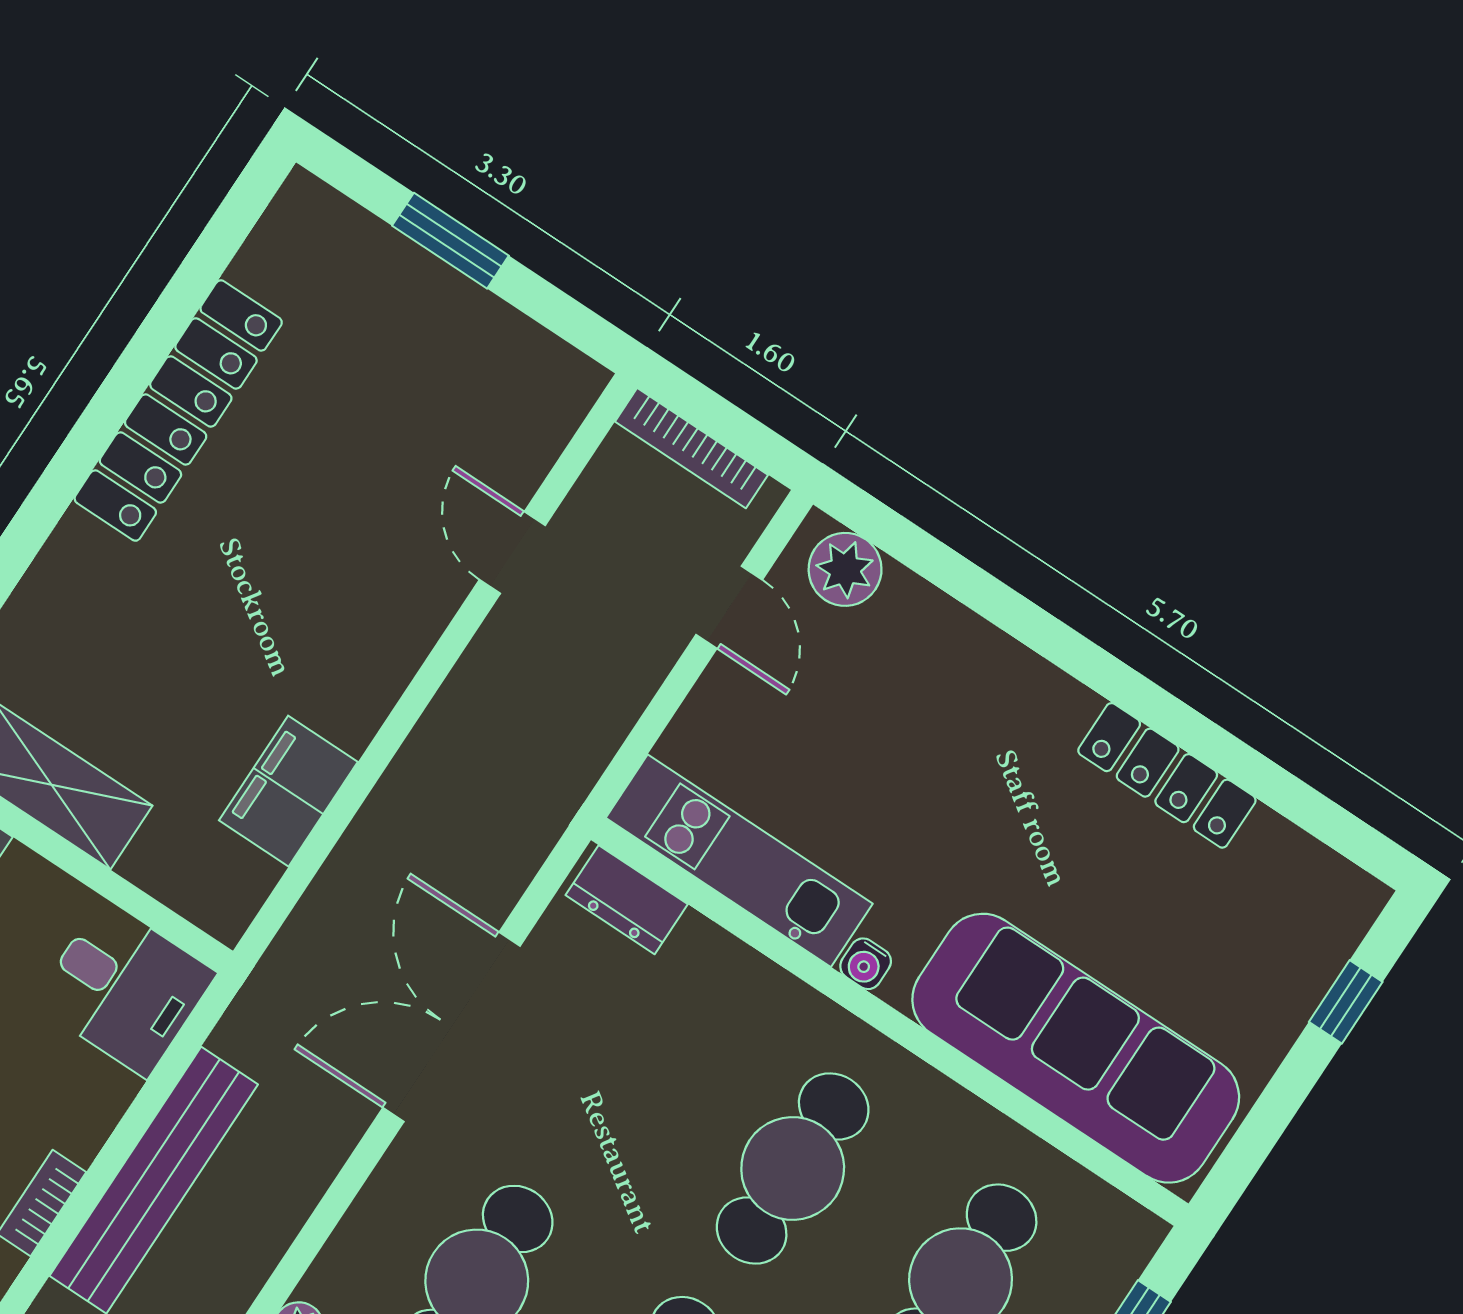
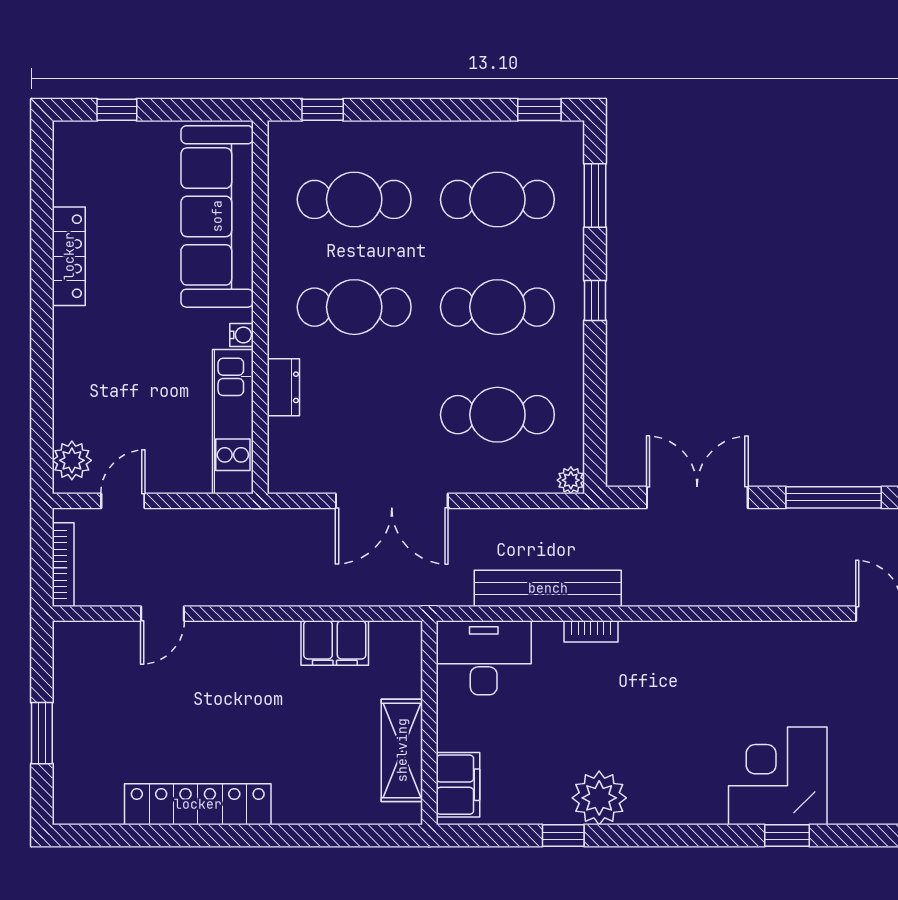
dresser: (627, 900) -> (283, 387), moved
desk: (125, 988) -> (484, 658), width x1.37

